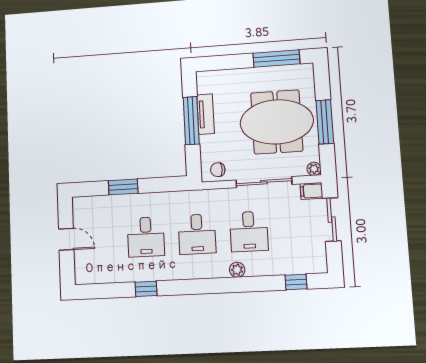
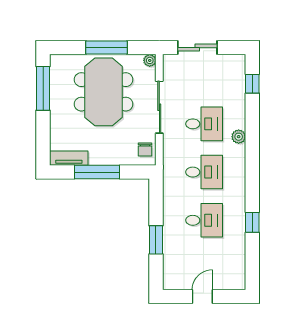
tv unit: (206, 114) -> (69, 158), moved
filing cabinet: (311, 191) -> (170, 64), removed

